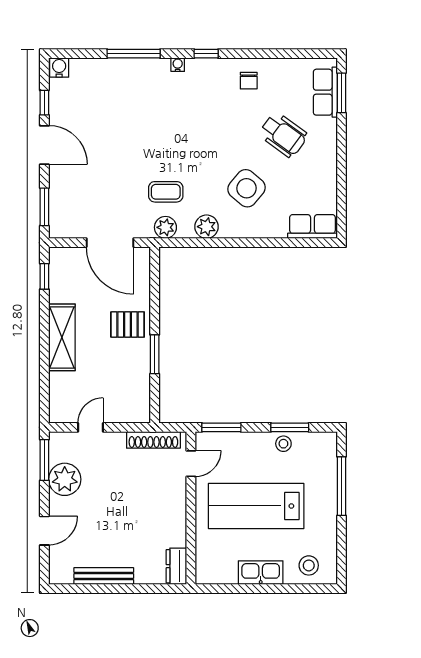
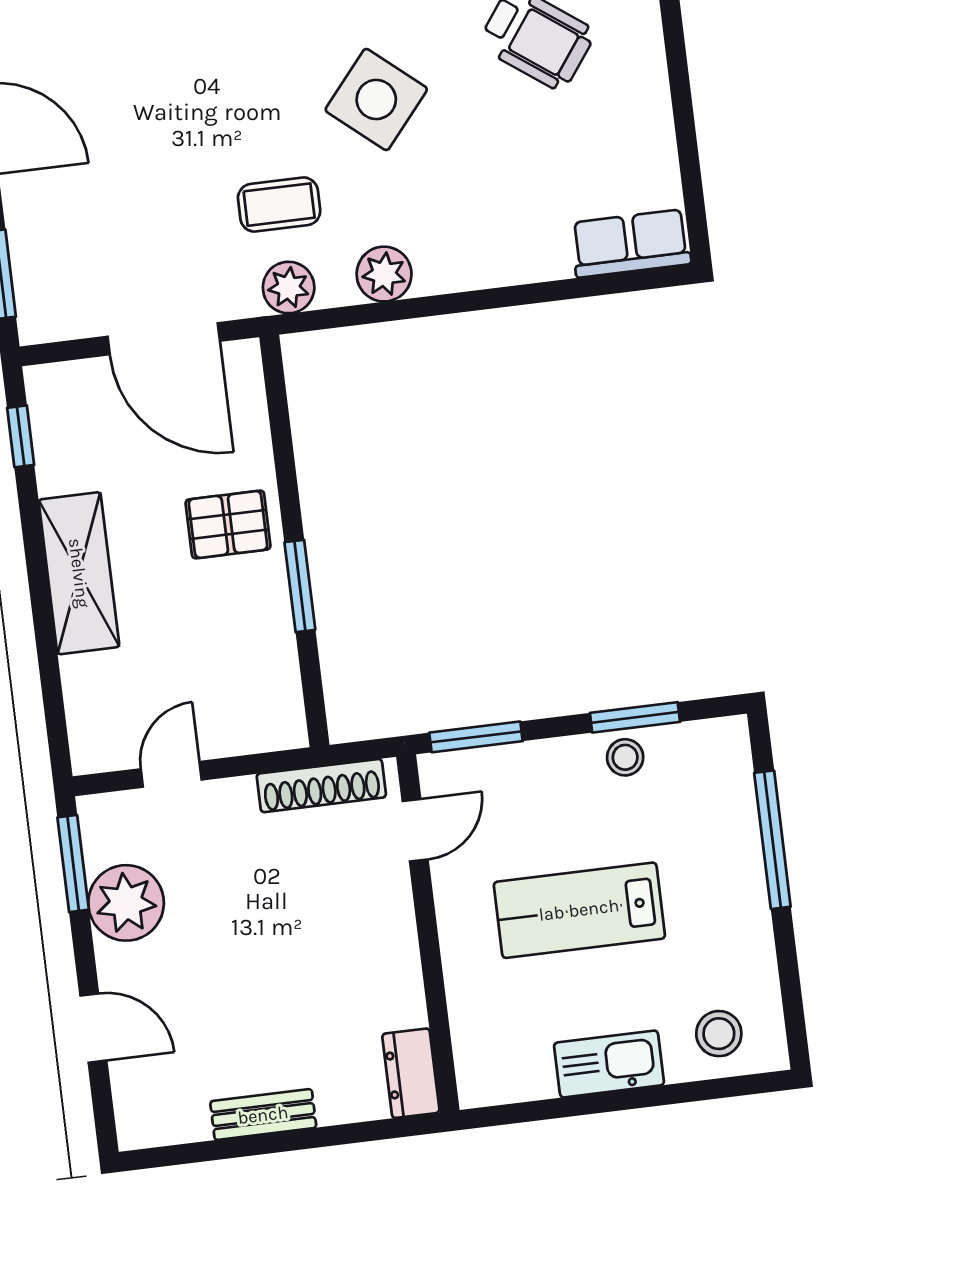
side table: (247, 188) -> (376, 99), moved
lab bench: (256, 506) -> (579, 910), width x0.73, depth x0.72
door: (44, 531) -> (93, 1028), hinge flipped
bench: (104, 576) -> (263, 1115), width x0.73

